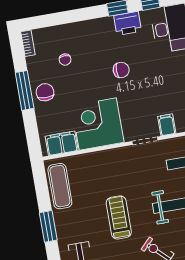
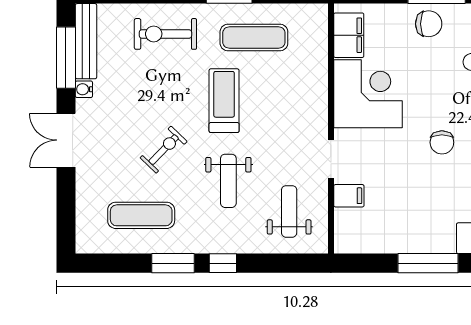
exercise mat: (60, 186) -> (254, 38), moved
treadmill: (119, 217) -> (224, 101), turned -90

